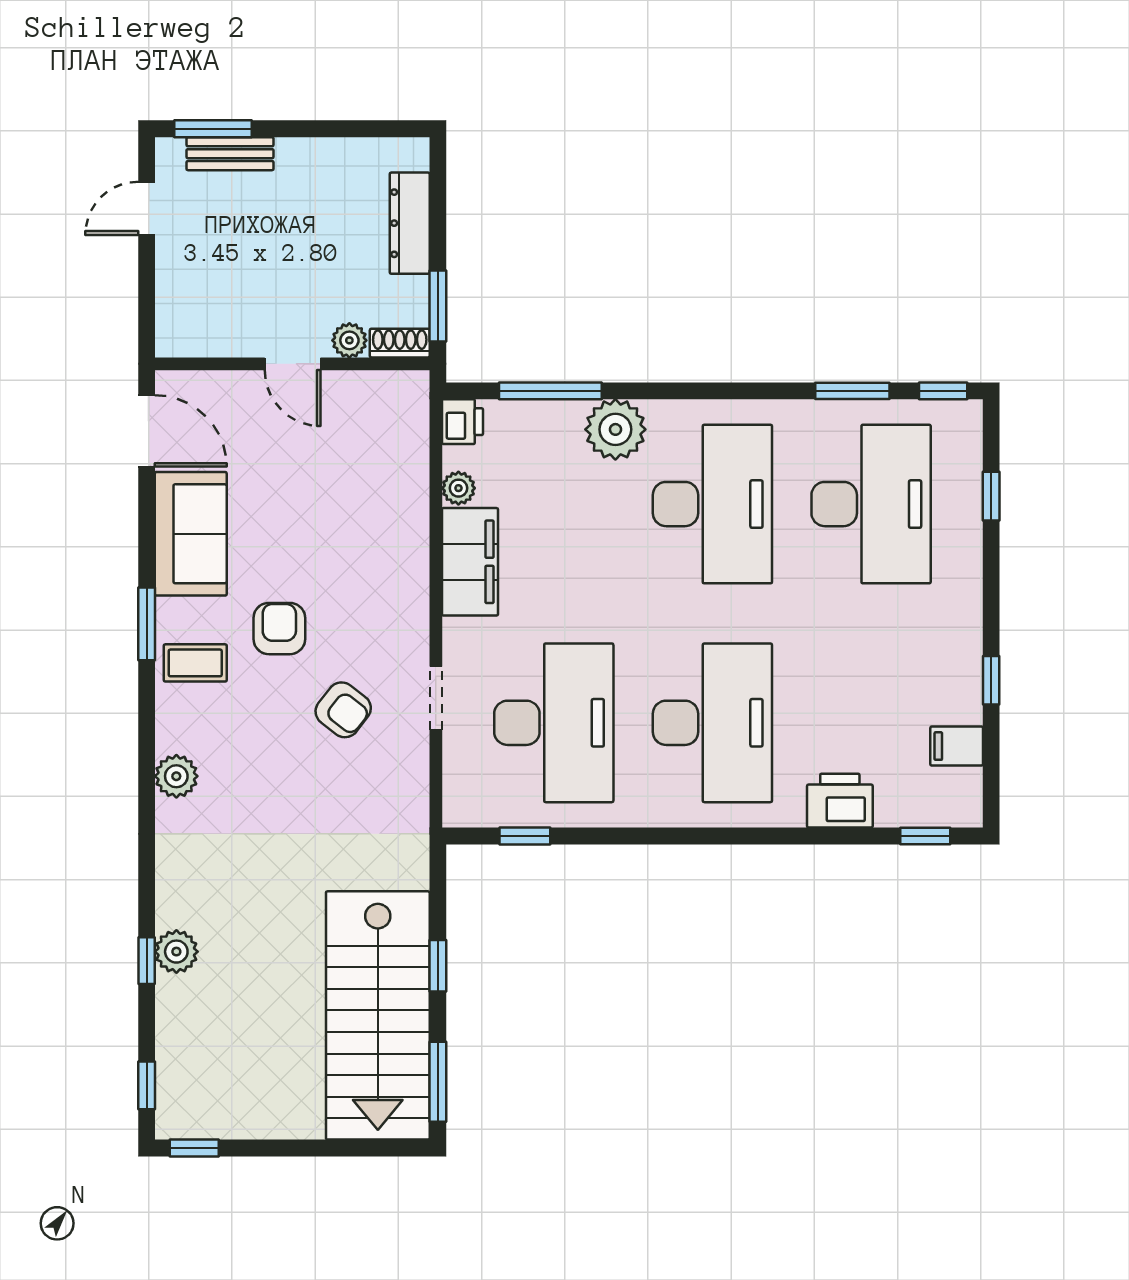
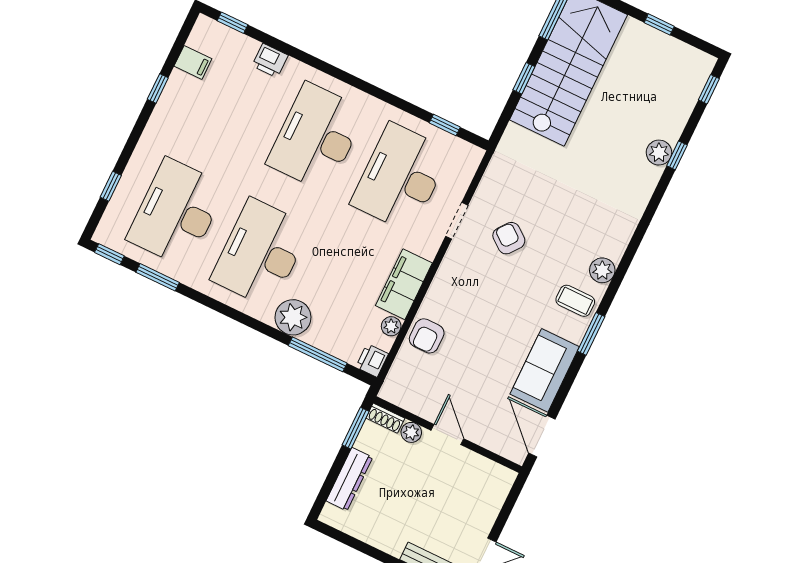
armchair: (279, 629) -> (427, 336), moved
plant: (176, 776) -> (602, 270), moved
printer: (840, 801) -> (270, 61), width x0.73, depth x0.81
window: (194, 1148) -> (659, 24), moved

